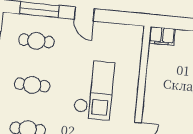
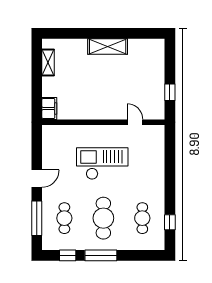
cafe table: (32, 85) -> (103, 218), width x1.37, depth x1.35

